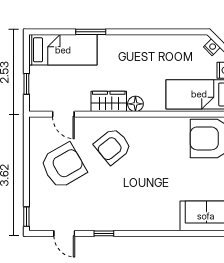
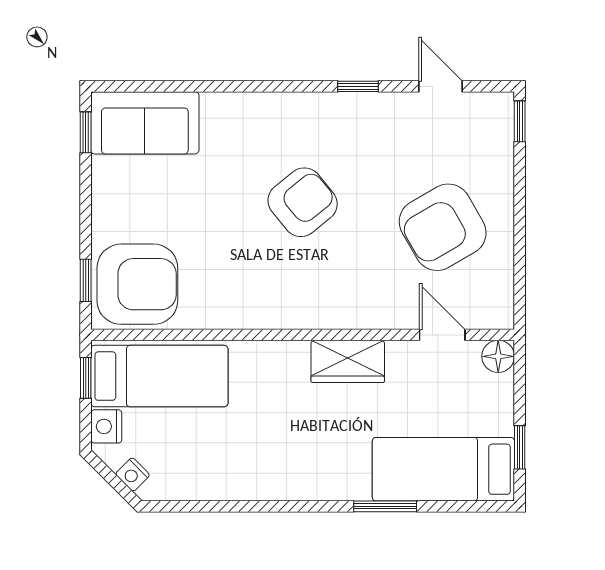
window: (26, 84) -> (520, 447), moved
floor lamp: (135, 104) -> (498, 356), moved
armchair: (113, 146) -> (303, 202), moved

